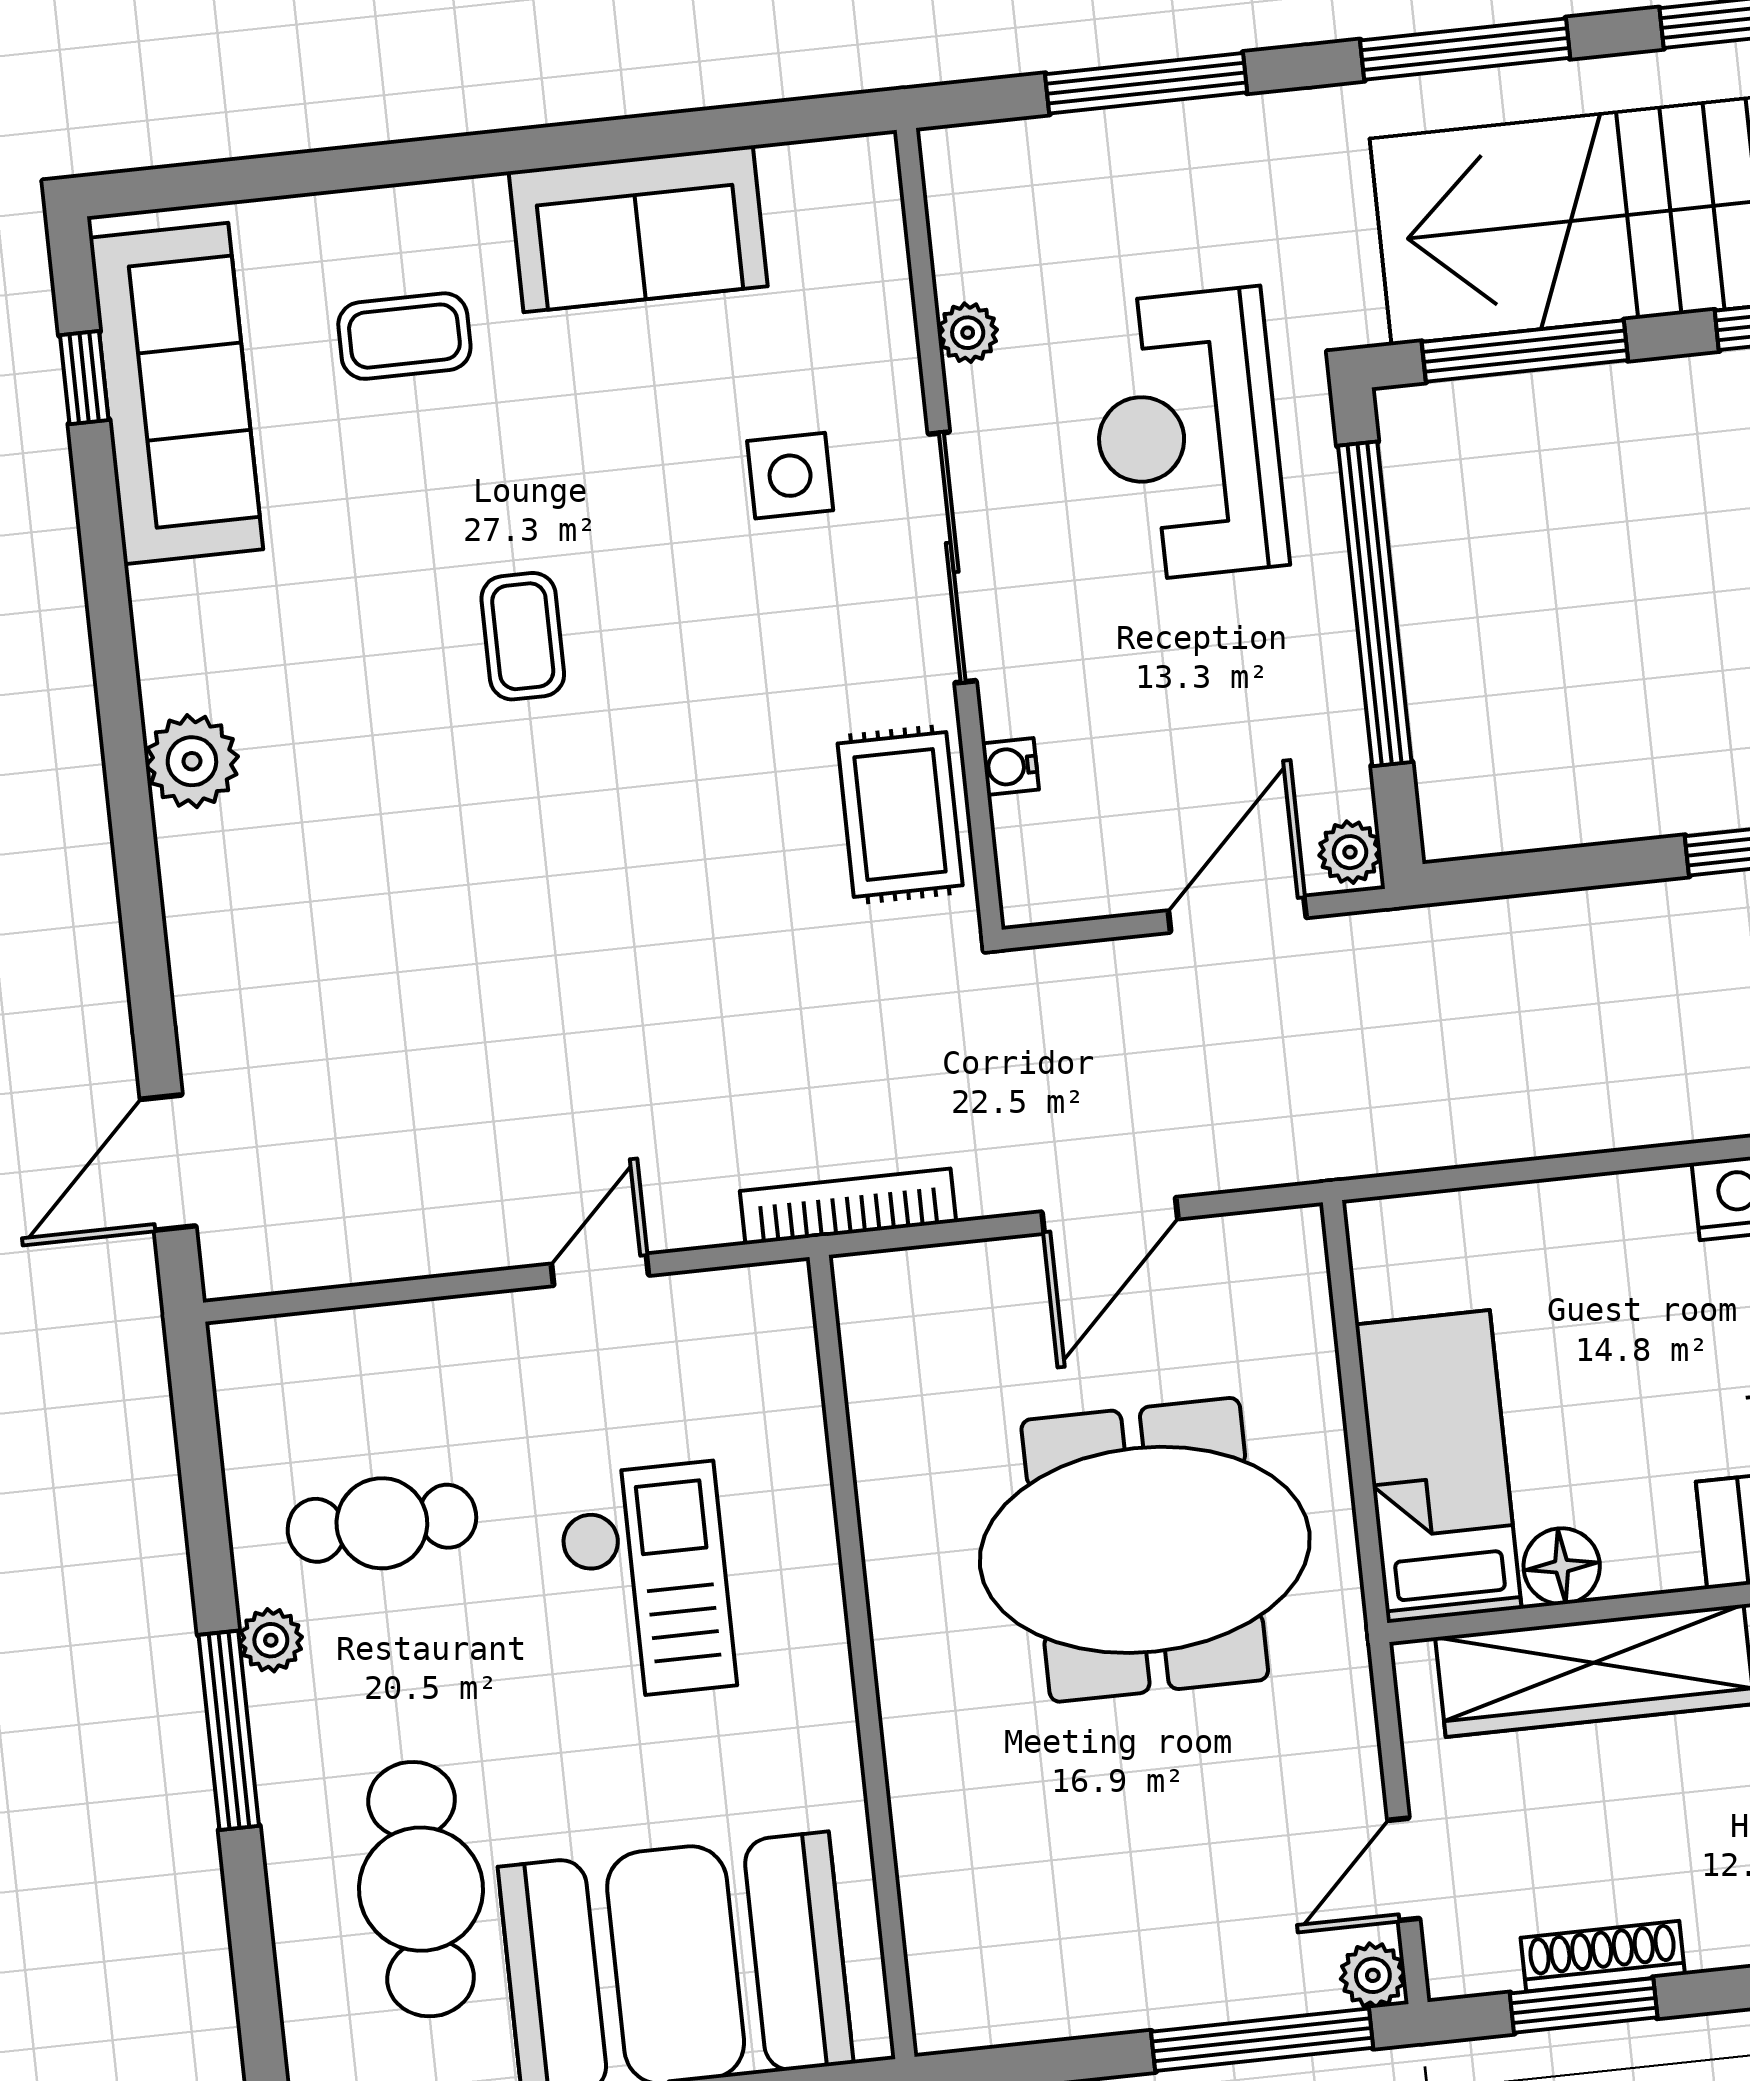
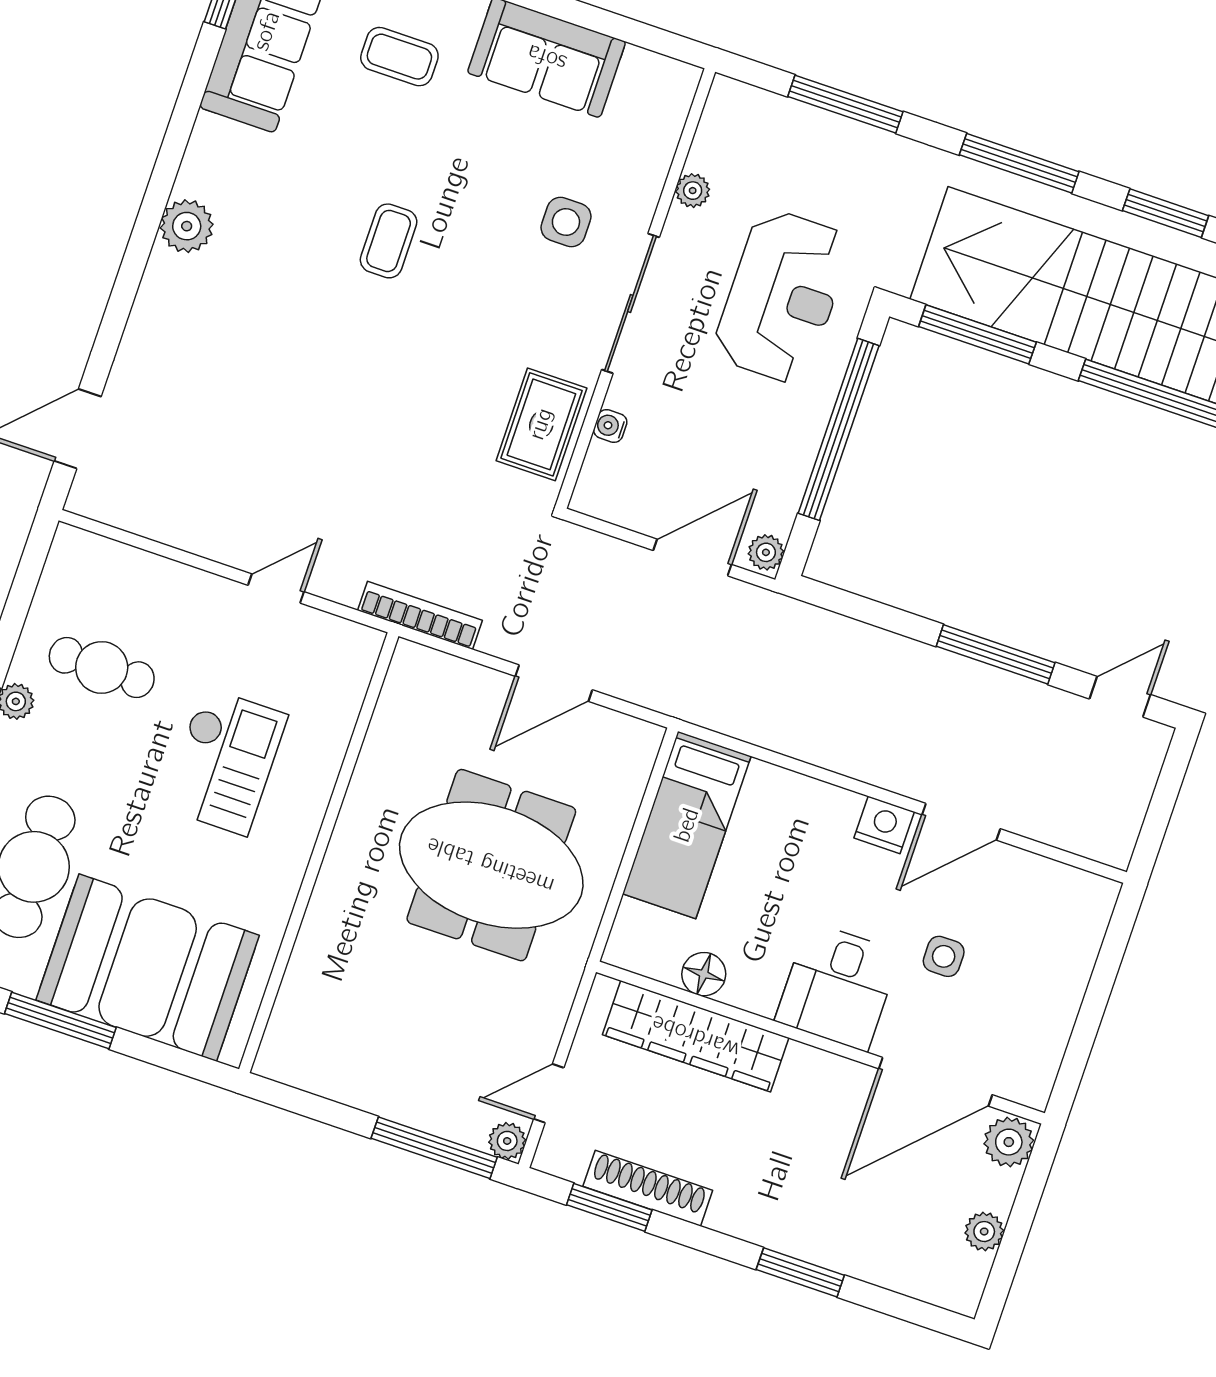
reception desk: (1187, 435) -> (782, 296), turned 180
bed: (1438, 1467) -> (687, 825), moved, turned 180
shoe rack: (1603, 1956) -> (648, 1188), width x1.36, depth x1.24

